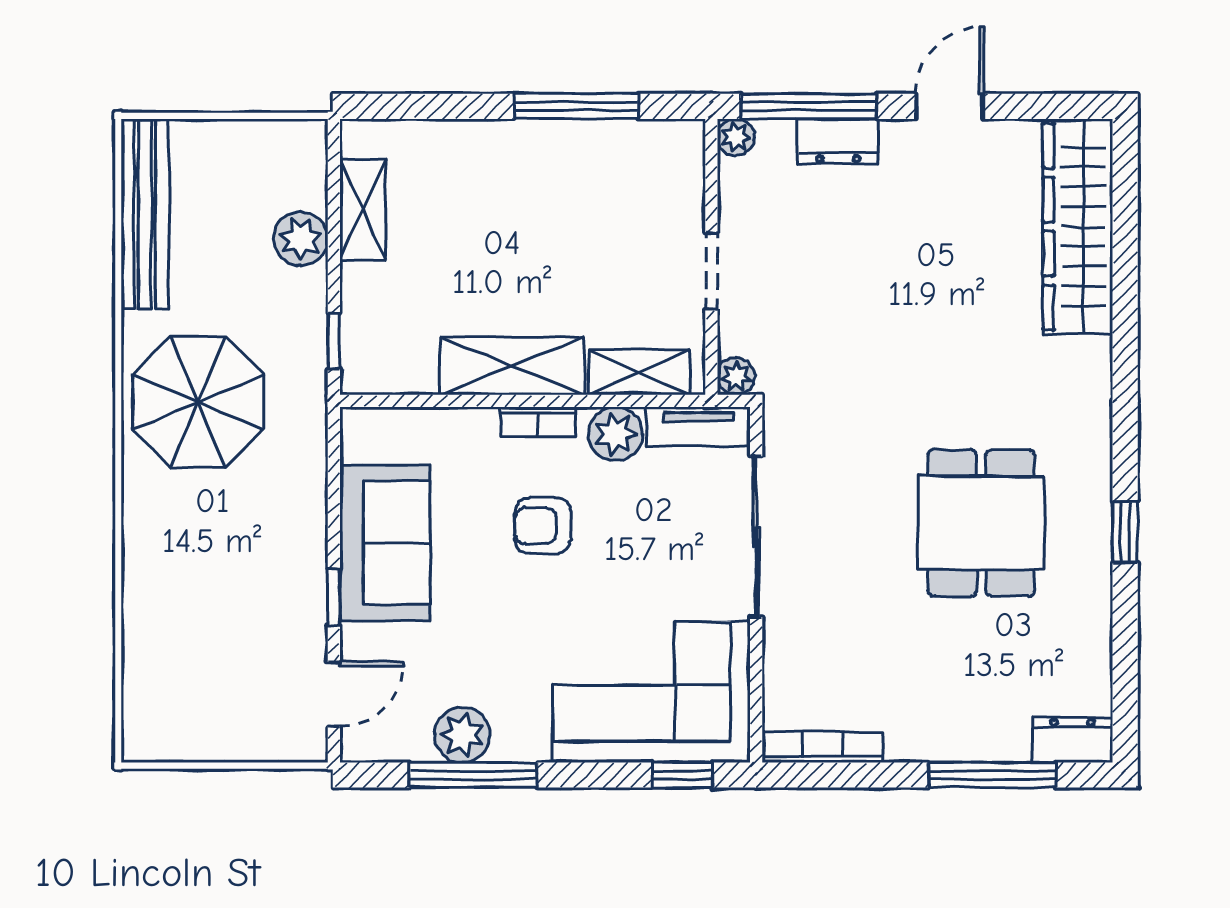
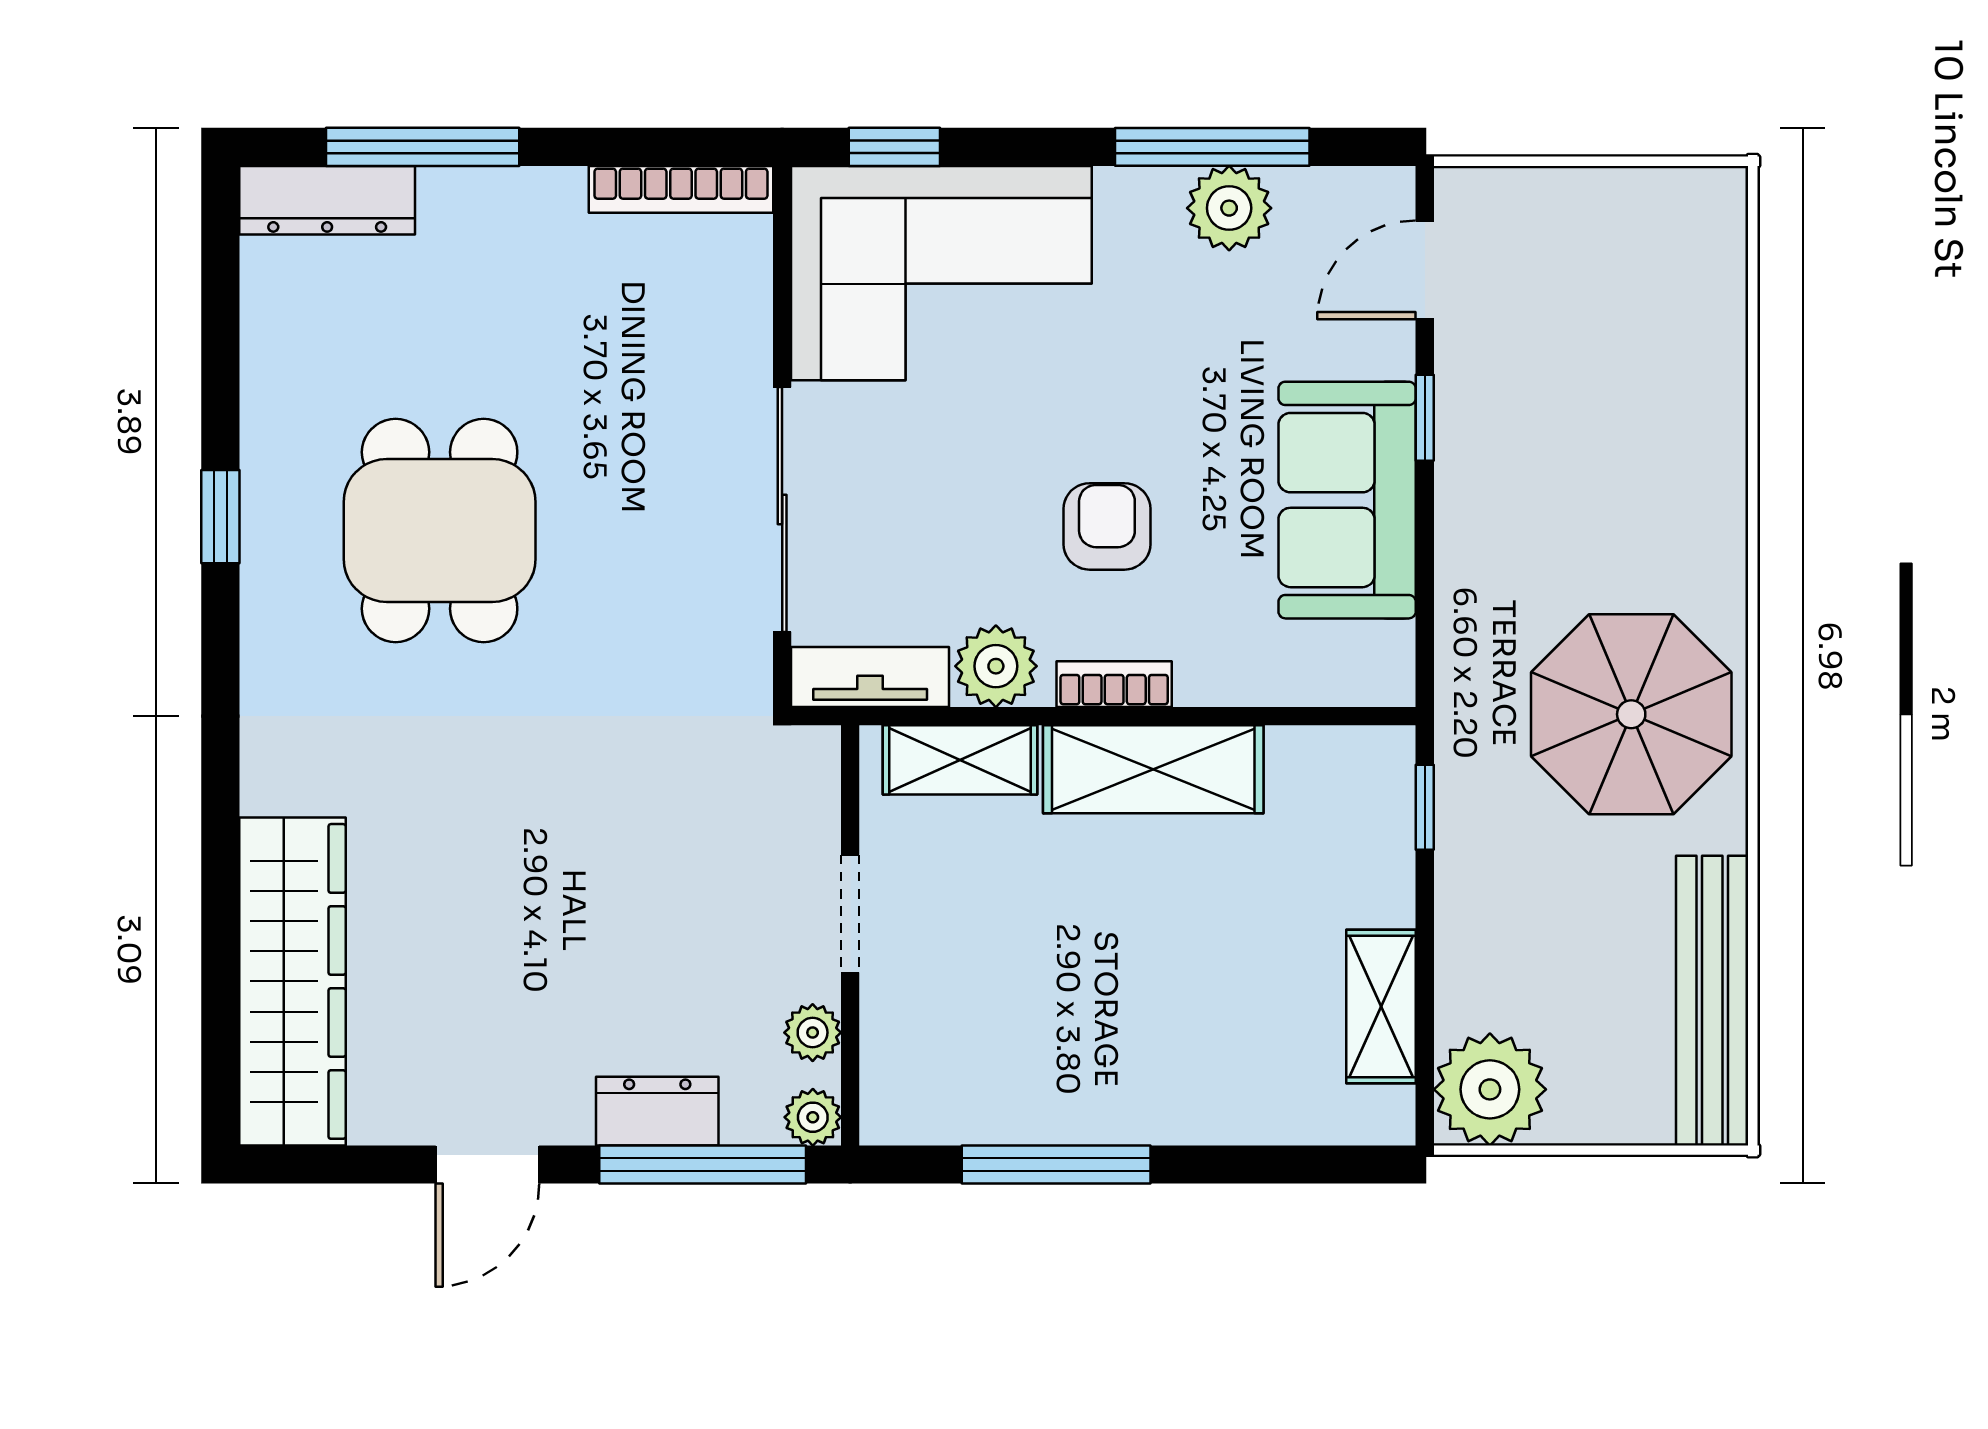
plant: (301, 239) -> (1490, 1089), moved, width x1.36, depth x1.36
plant: (736, 376) -> (813, 1033), moved
armchair: (543, 526) -> (1107, 526), turned -90
dresser: (1073, 740) -> (327, 200), width x1.44

